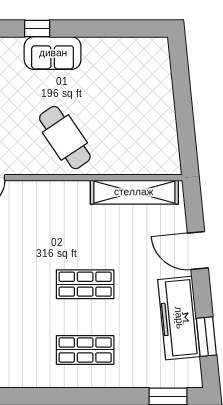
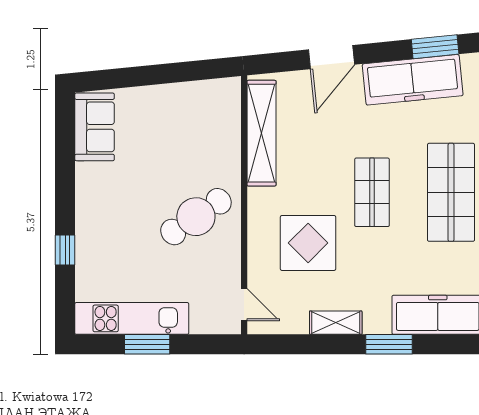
sofa: (53, 53) -> (95, 127), moved
display table: (43, 231) -> (308, 243), added
shop shelf: (85, 350) -> (451, 192), width x1.43, depth x1.36

